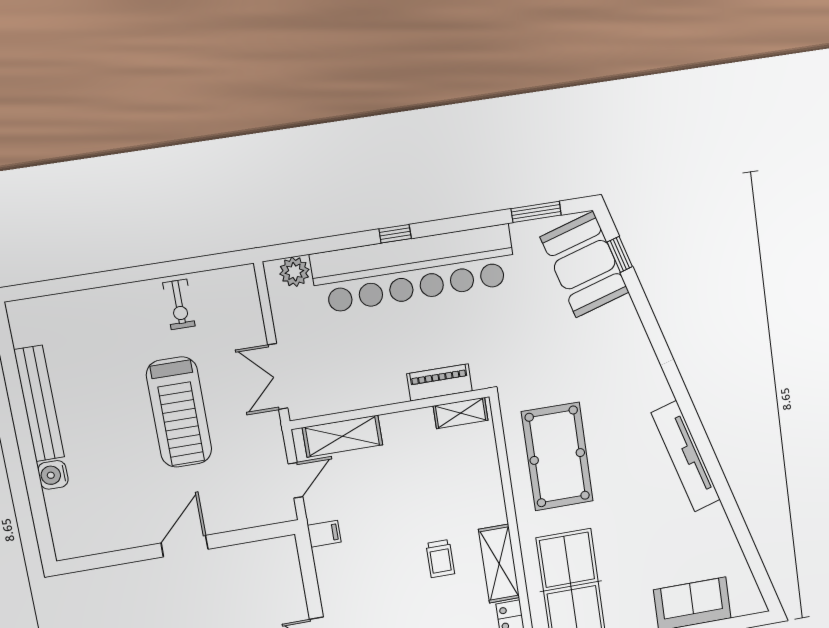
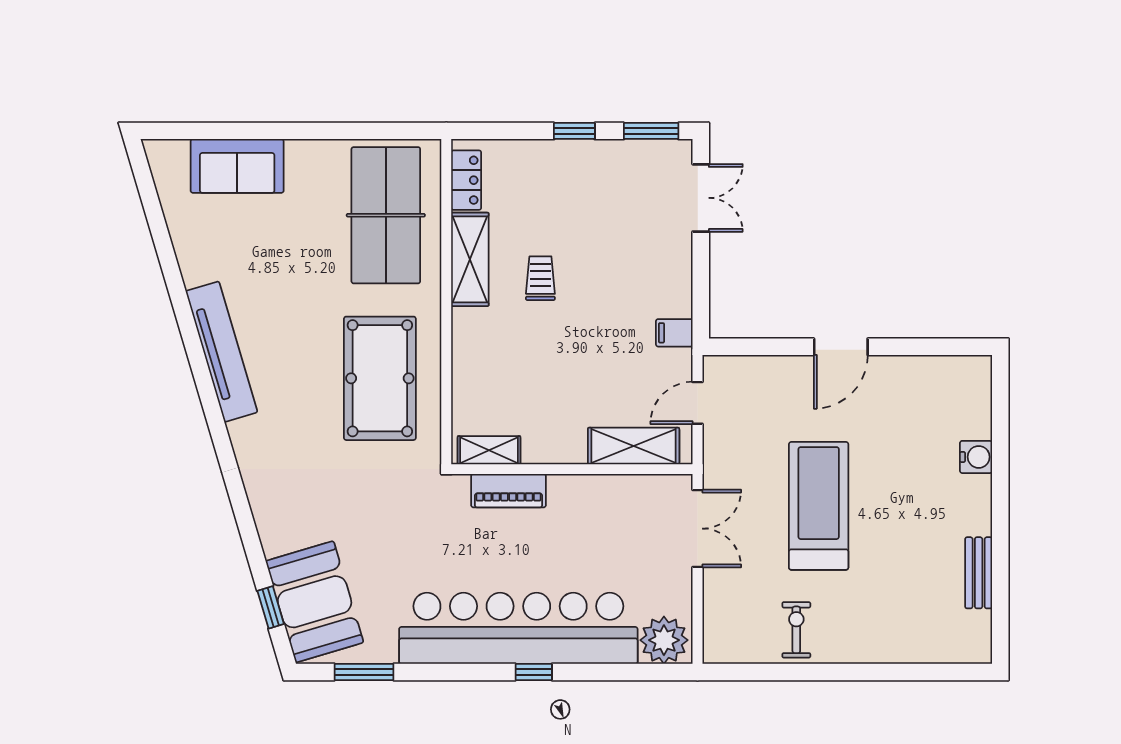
plant: (294, 272) -> (664, 640), width x1.36, depth x1.36
bench: (39, 404) -> (979, 573), width x0.54, depth x0.82

